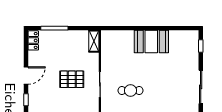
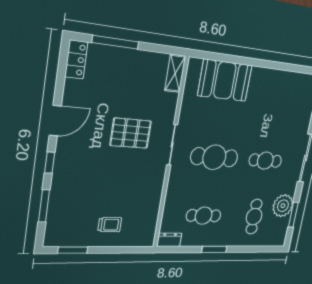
booth: (151, 42) -> (225, 80), moved
cafe table: (130, 90) -> (214, 157), width x1.37, depth x1.35
cafe table: (169, 90) -> (265, 161), added

